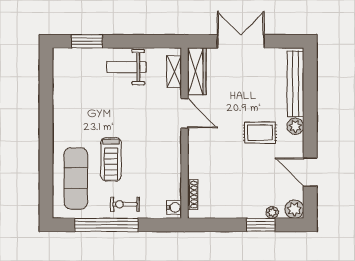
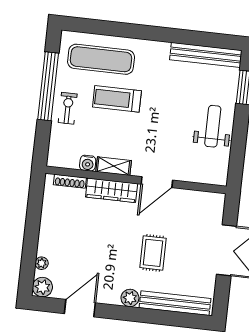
shelving: (174, 71) -> (114, 166), moved
wardrobe: (197, 71) -> (112, 190), moved
bench: (61, 81) -> (206, 55), added
rug: (260, 133) -> (153, 253), moved
water cooler: (174, 207) -> (88, 163), moved
window: (261, 225) -> (30, 250), removed

